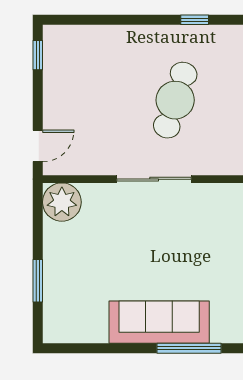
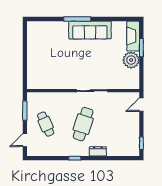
dresser: (140, 36) -> (98, 151), added
plant: (62, 202) -> (131, 60), moved
fireplace: (57, 308) -> (133, 36), added

